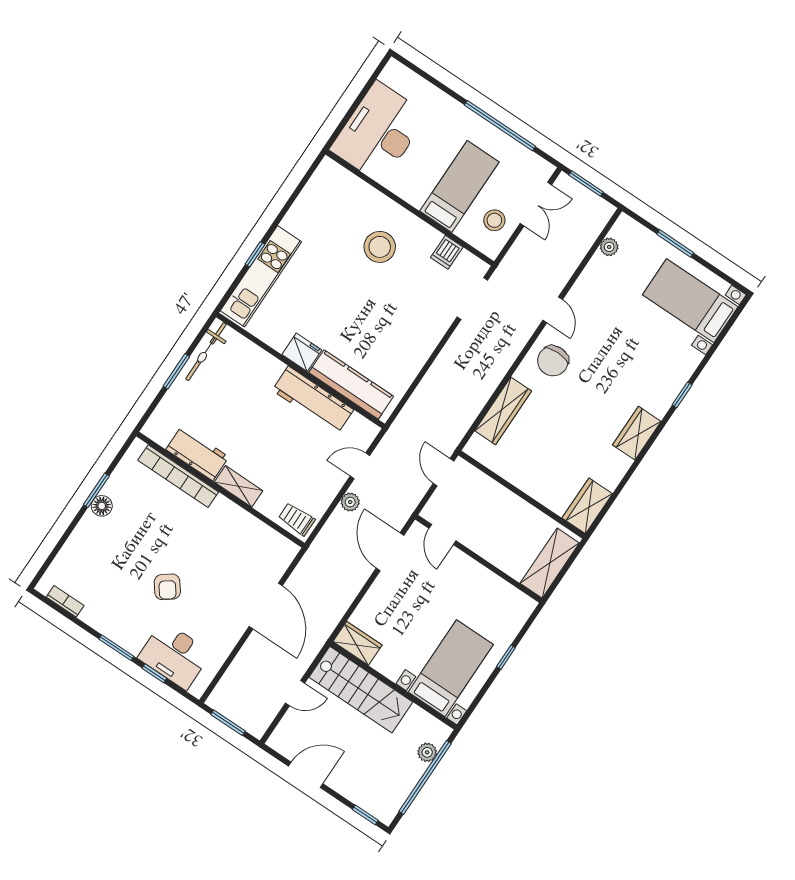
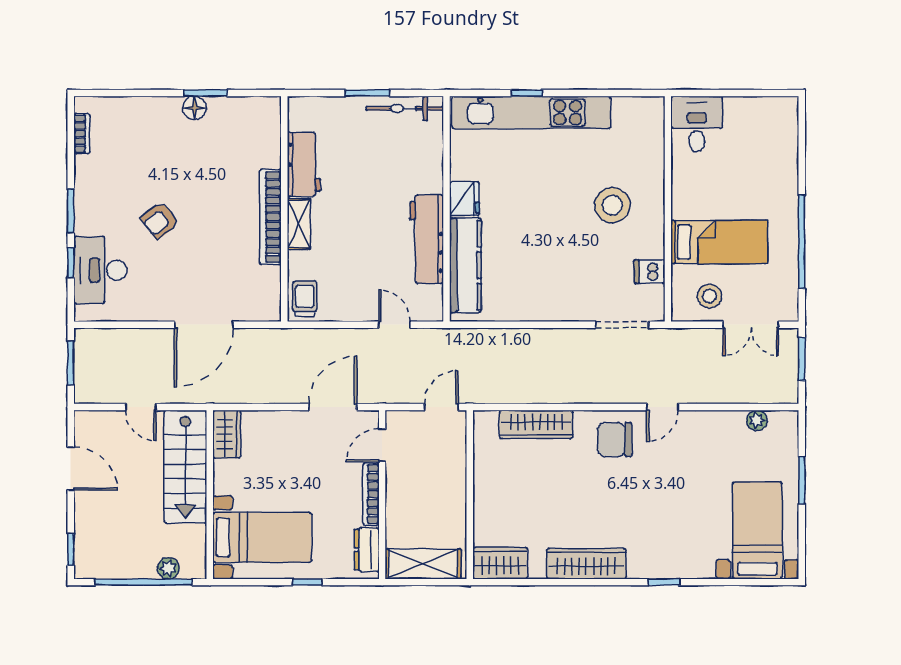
desk: (379, 132) -> (697, 124), width x0.53, depth x0.77
kitchen unit: (261, 276) -> (531, 113), width x1.36
wardrobe: (637, 433) -> (586, 564), width x1.50
bookcase: (178, 476) -> (270, 217), moved
plant: (350, 502) -> (355, 338), removed
bookcase: (473, 567) -> (371, 494), added
dresser: (511, 597) -> (367, 550), added

